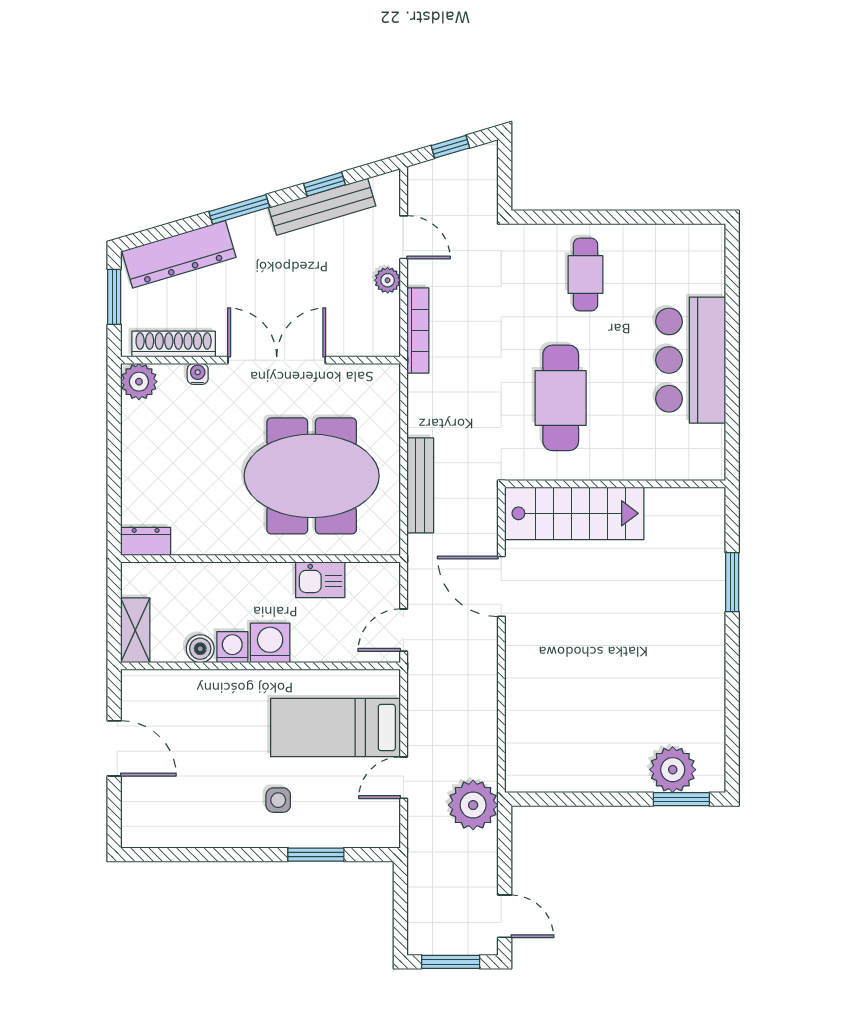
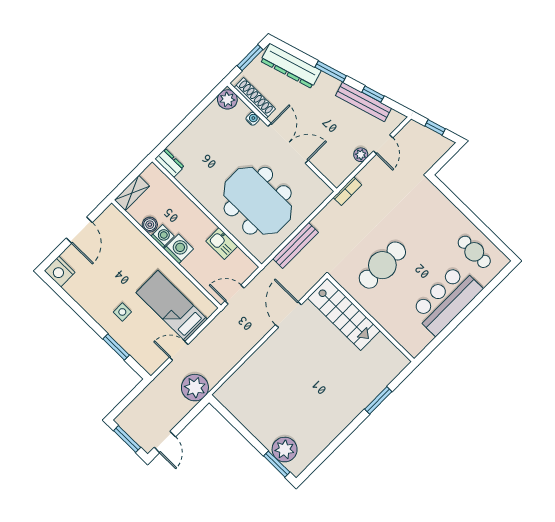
cafe table: (585, 275) -> (474, 252), moved, turned 90
bookcase: (418, 330) -> (347, 191), width x0.64
nightstand: (142, 829) -> (60, 272), added

